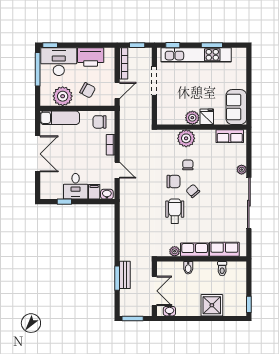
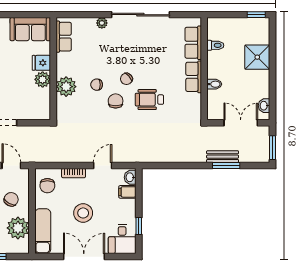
stool: (76, 153) -> (83, 213), added
desk: (76, 186) -> (122, 239), moved, turned 90
plant: (175, 251) -> (196, 100), removed

